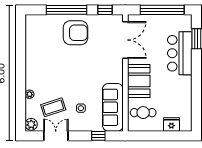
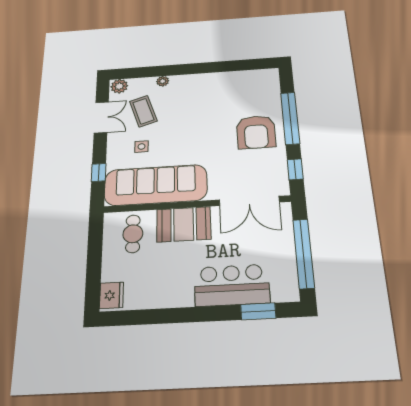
sofa: (113, 107) -> (156, 185), width x1.36, depth x1.27
fridge: (171, 125) -> (111, 295), moved

